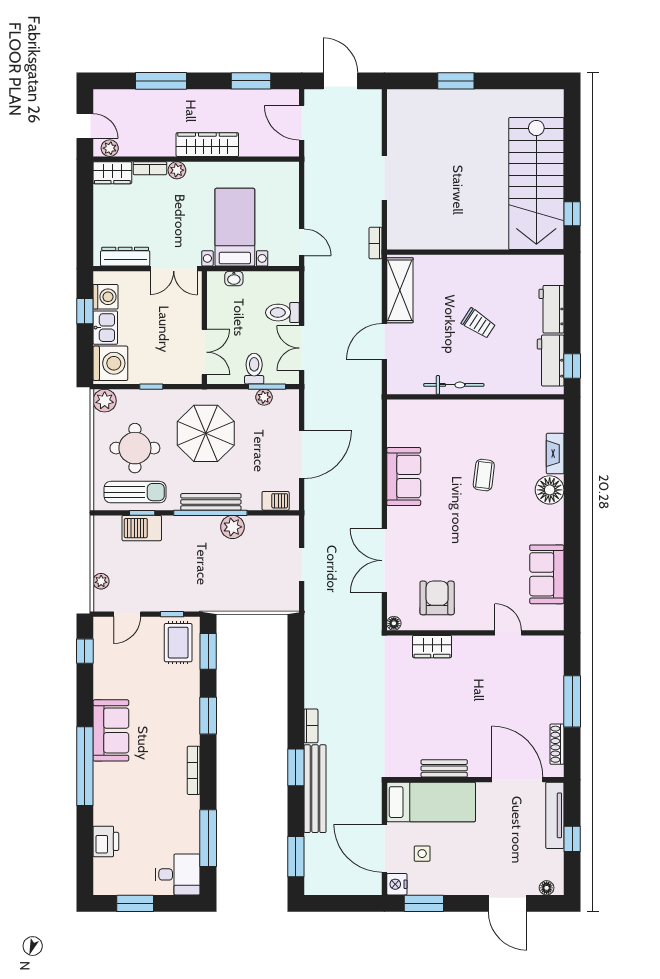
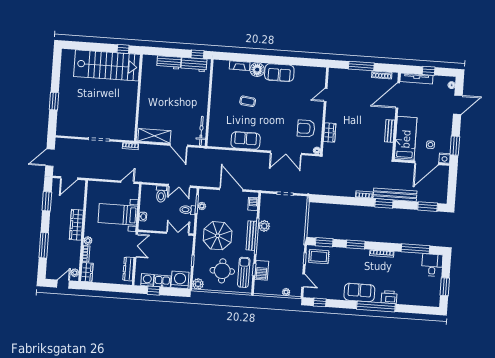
trolley: (478, 323) -> (173, 99), removed
bicycle: (454, 385) -> (201, 131), moved
sofa: (547, 574) -> (279, 73), moved
printer: (106, 841) -> (389, 297), moved

